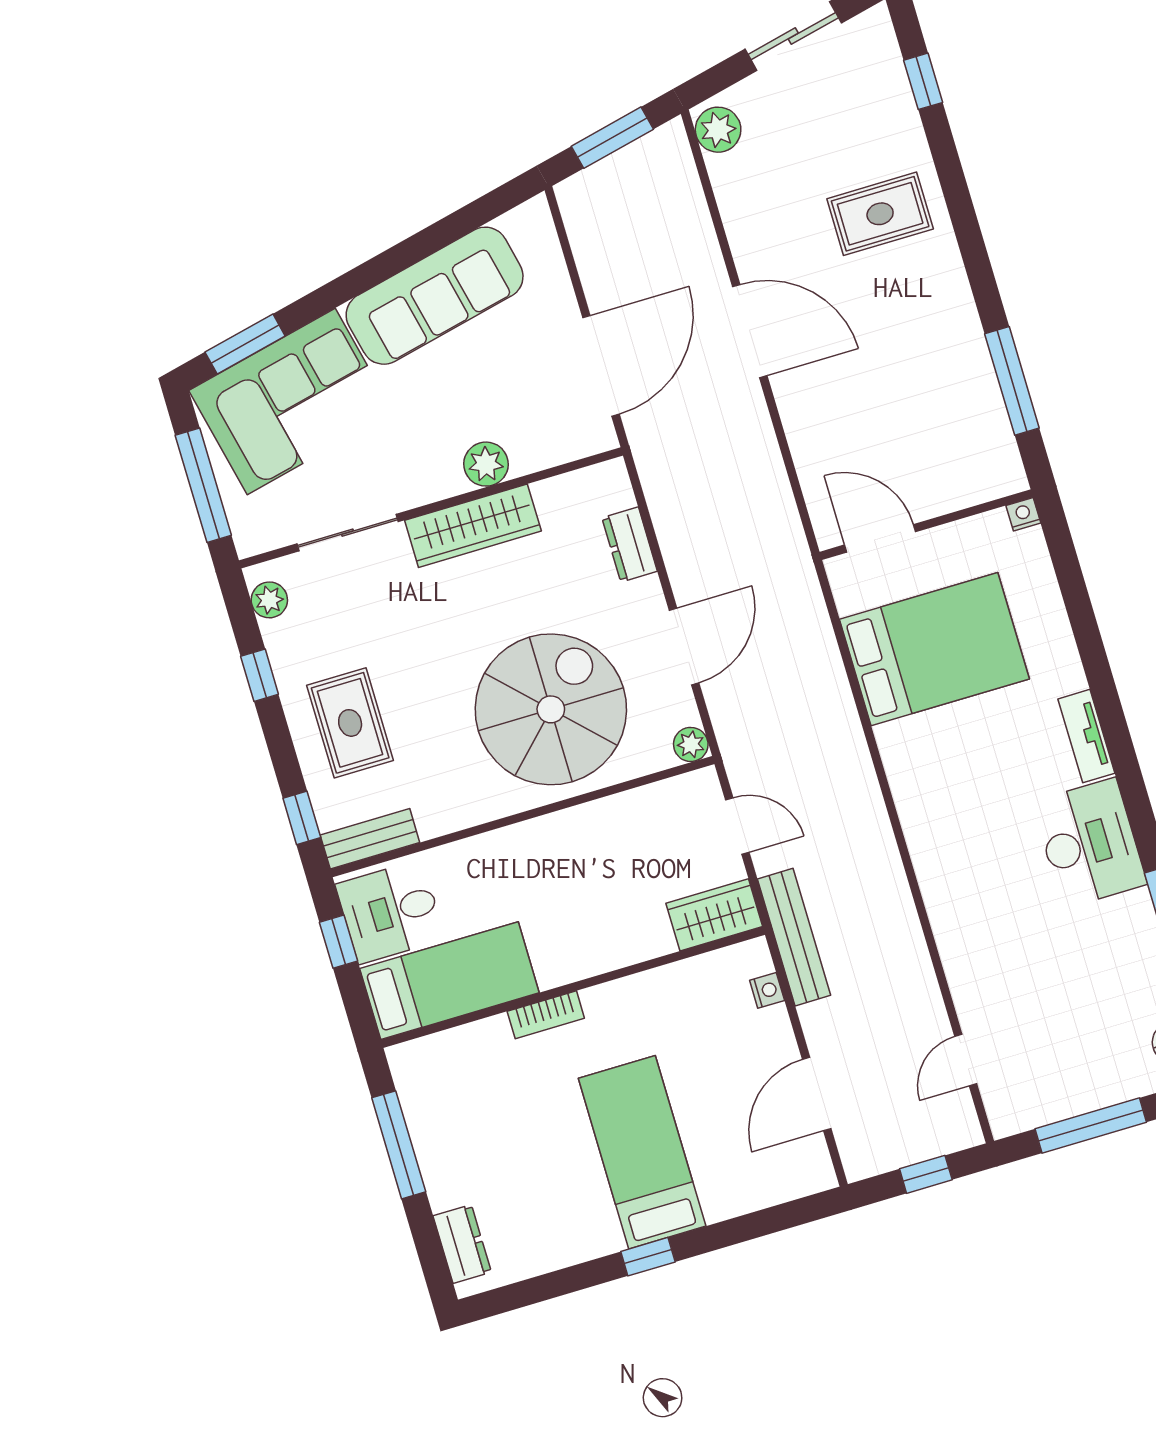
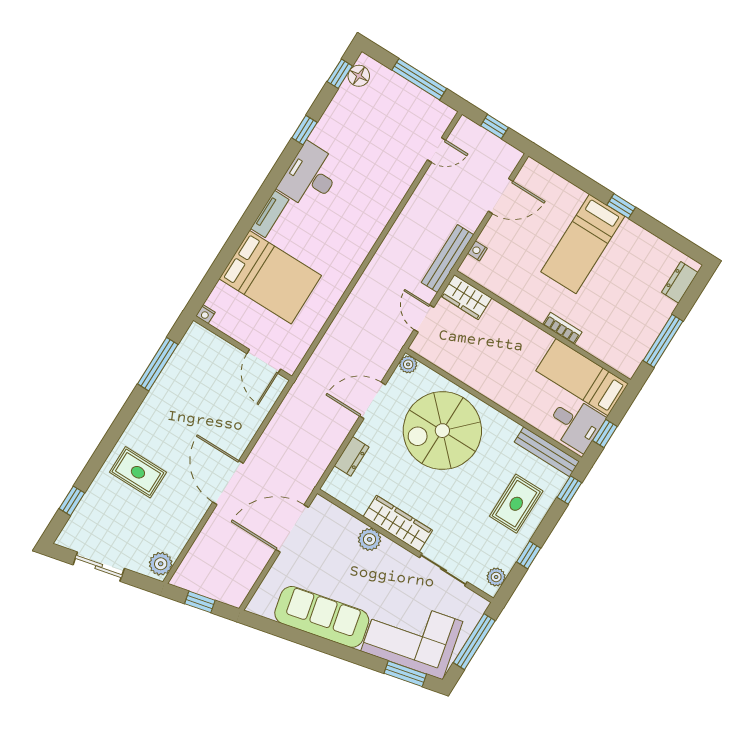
window: (612, 138) -> (200, 602), width x0.67
bed: (934, 649) -> (270, 277), moved, turned 180
bench: (370, 839) -> (547, 452), width x1.36

